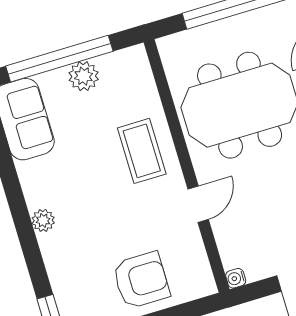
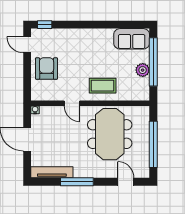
plant: (43, 220) -> (85, 34), removed
armchair: (141, 280) -> (47, 69), turned 180

